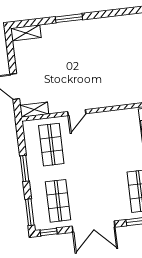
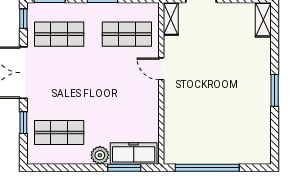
window: (69, 18) -> (275, 90), moved

